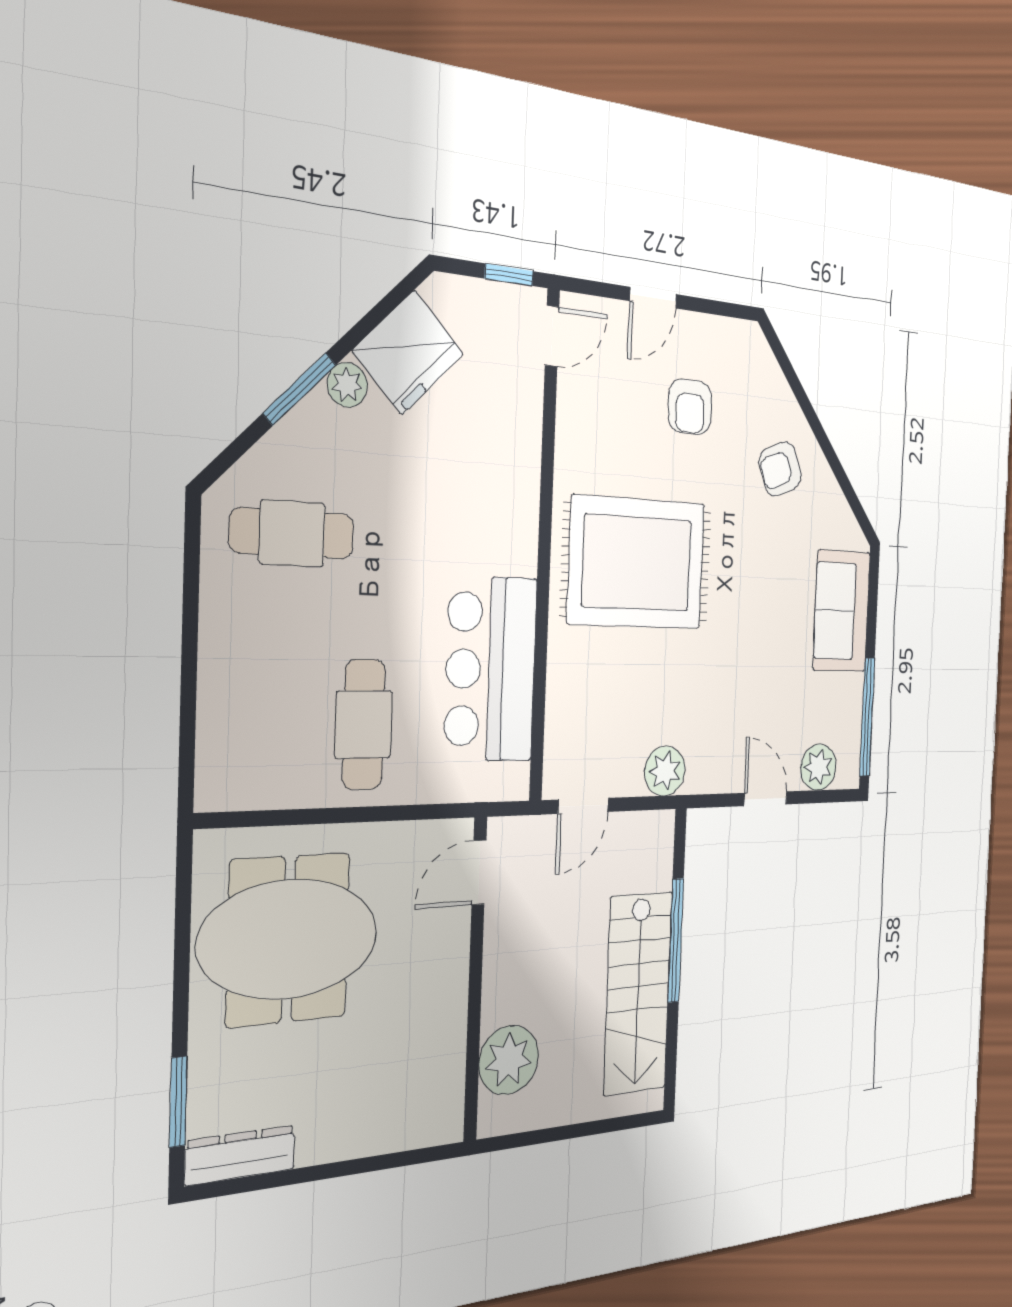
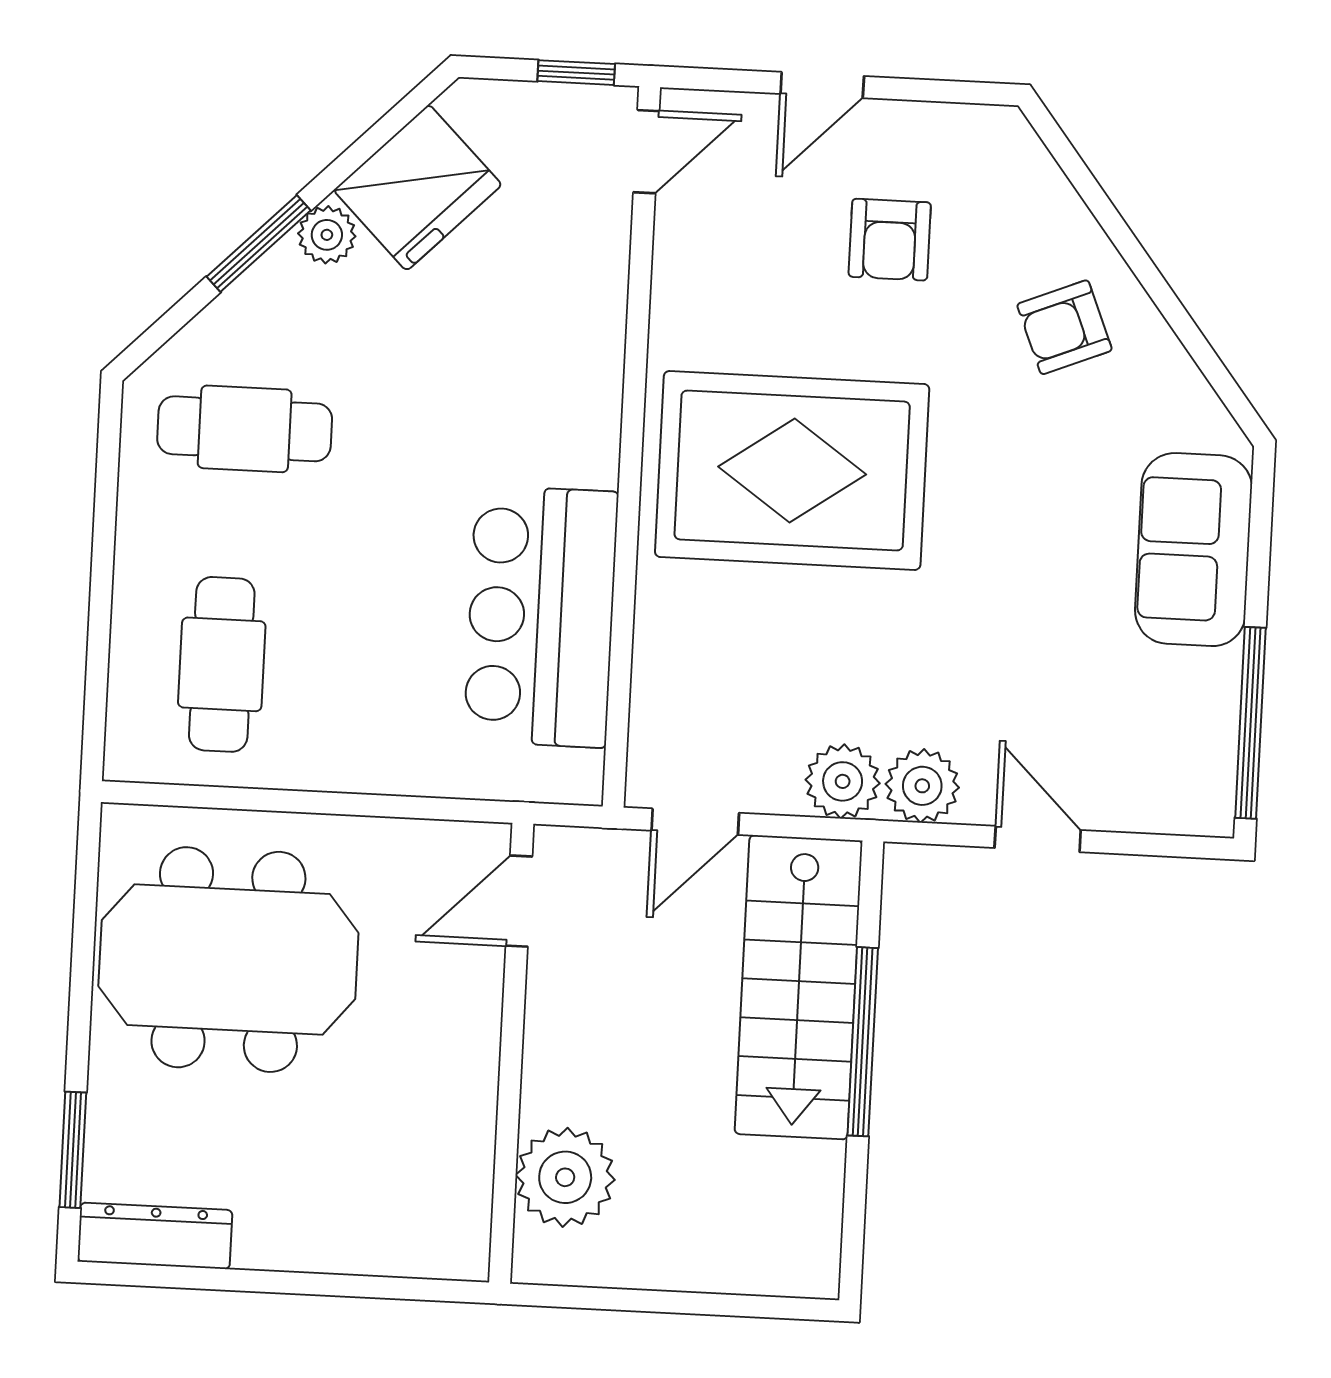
cafe table: (364, 724) -> (222, 664), moved
plant: (818, 767) -> (922, 786), moved
stairs: (638, 993) -> (799, 987), moved

